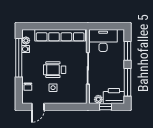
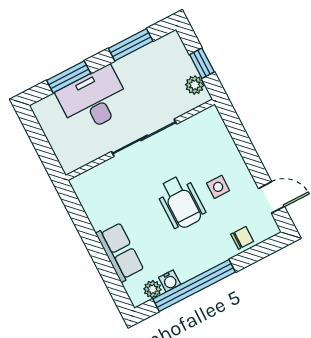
row of seats: (60, 35) -> (120, 252), width x0.50
desk: (103, 40) -> (94, 100), moved, turned 90
window: (128, 82) -> (131, 45), width x0.69
printer: (114, 96) -> (172, 58), removed

